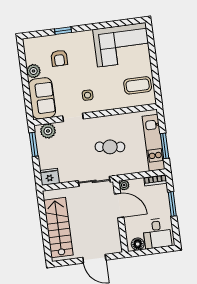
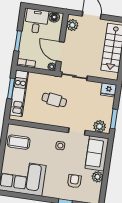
plant: (114, 241) -> (72, 25), added

